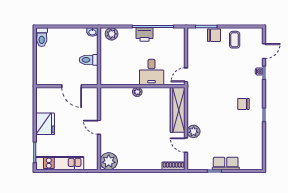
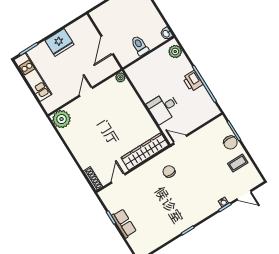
plant: (137, 92) -> (120, 77), moved
chair: (243, 104) -> (169, 171), moved
plant: (194, 131) -> (134, 177), removed

